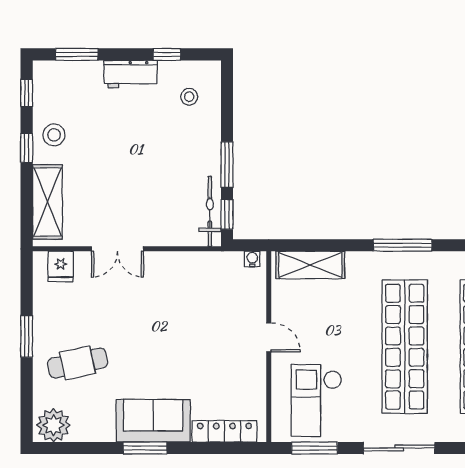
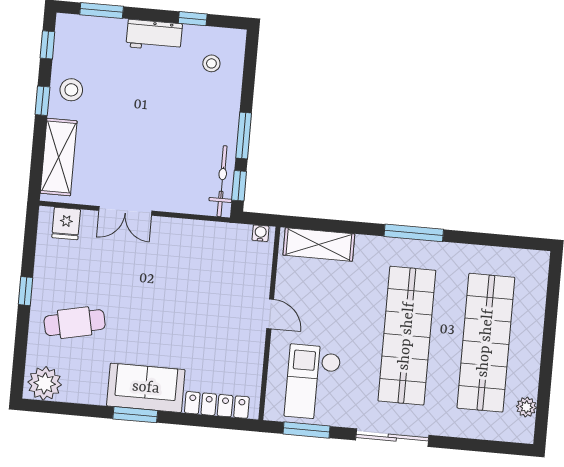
window: (27, 336) -> (25, 291), width x0.67

